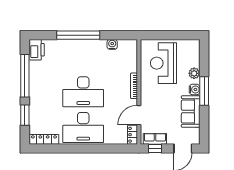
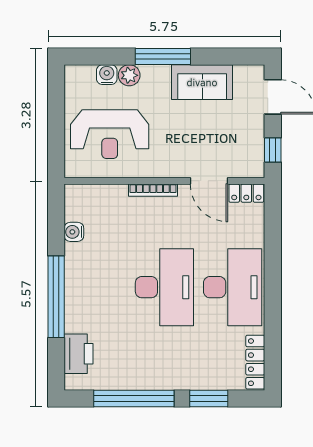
printer: (37, 50) -> (79, 354), moved, turned 90
water cooler: (195, 89) -> (107, 75), moved
row of seats: (155, 139) -> (254, 150), removed

